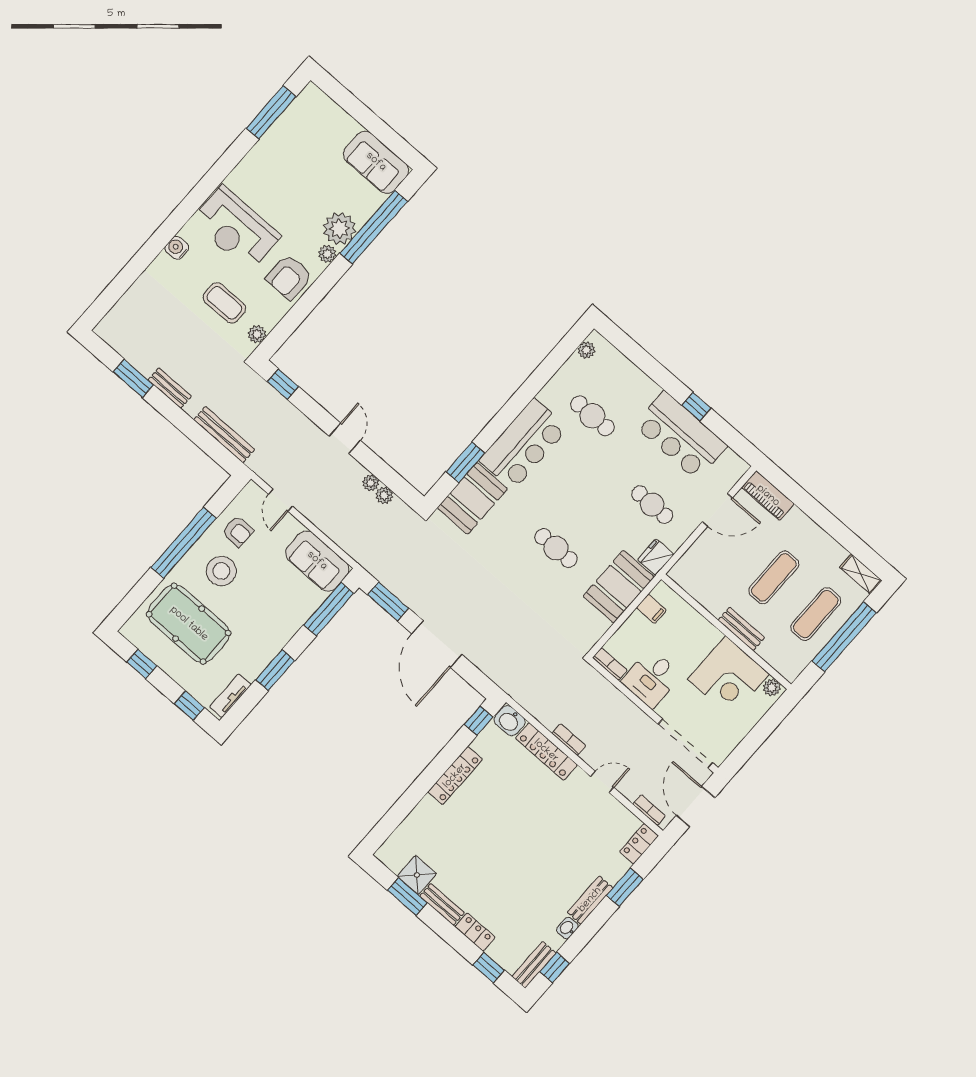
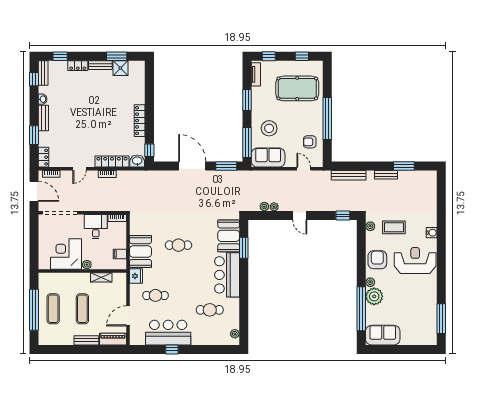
stool: (221, 571) -> (269, 128), moved
shelving: (861, 574) -> (101, 277), moved
bench: (741, 629) -> (86, 340), moved
plant: (772, 687) -> (87, 265), moved

